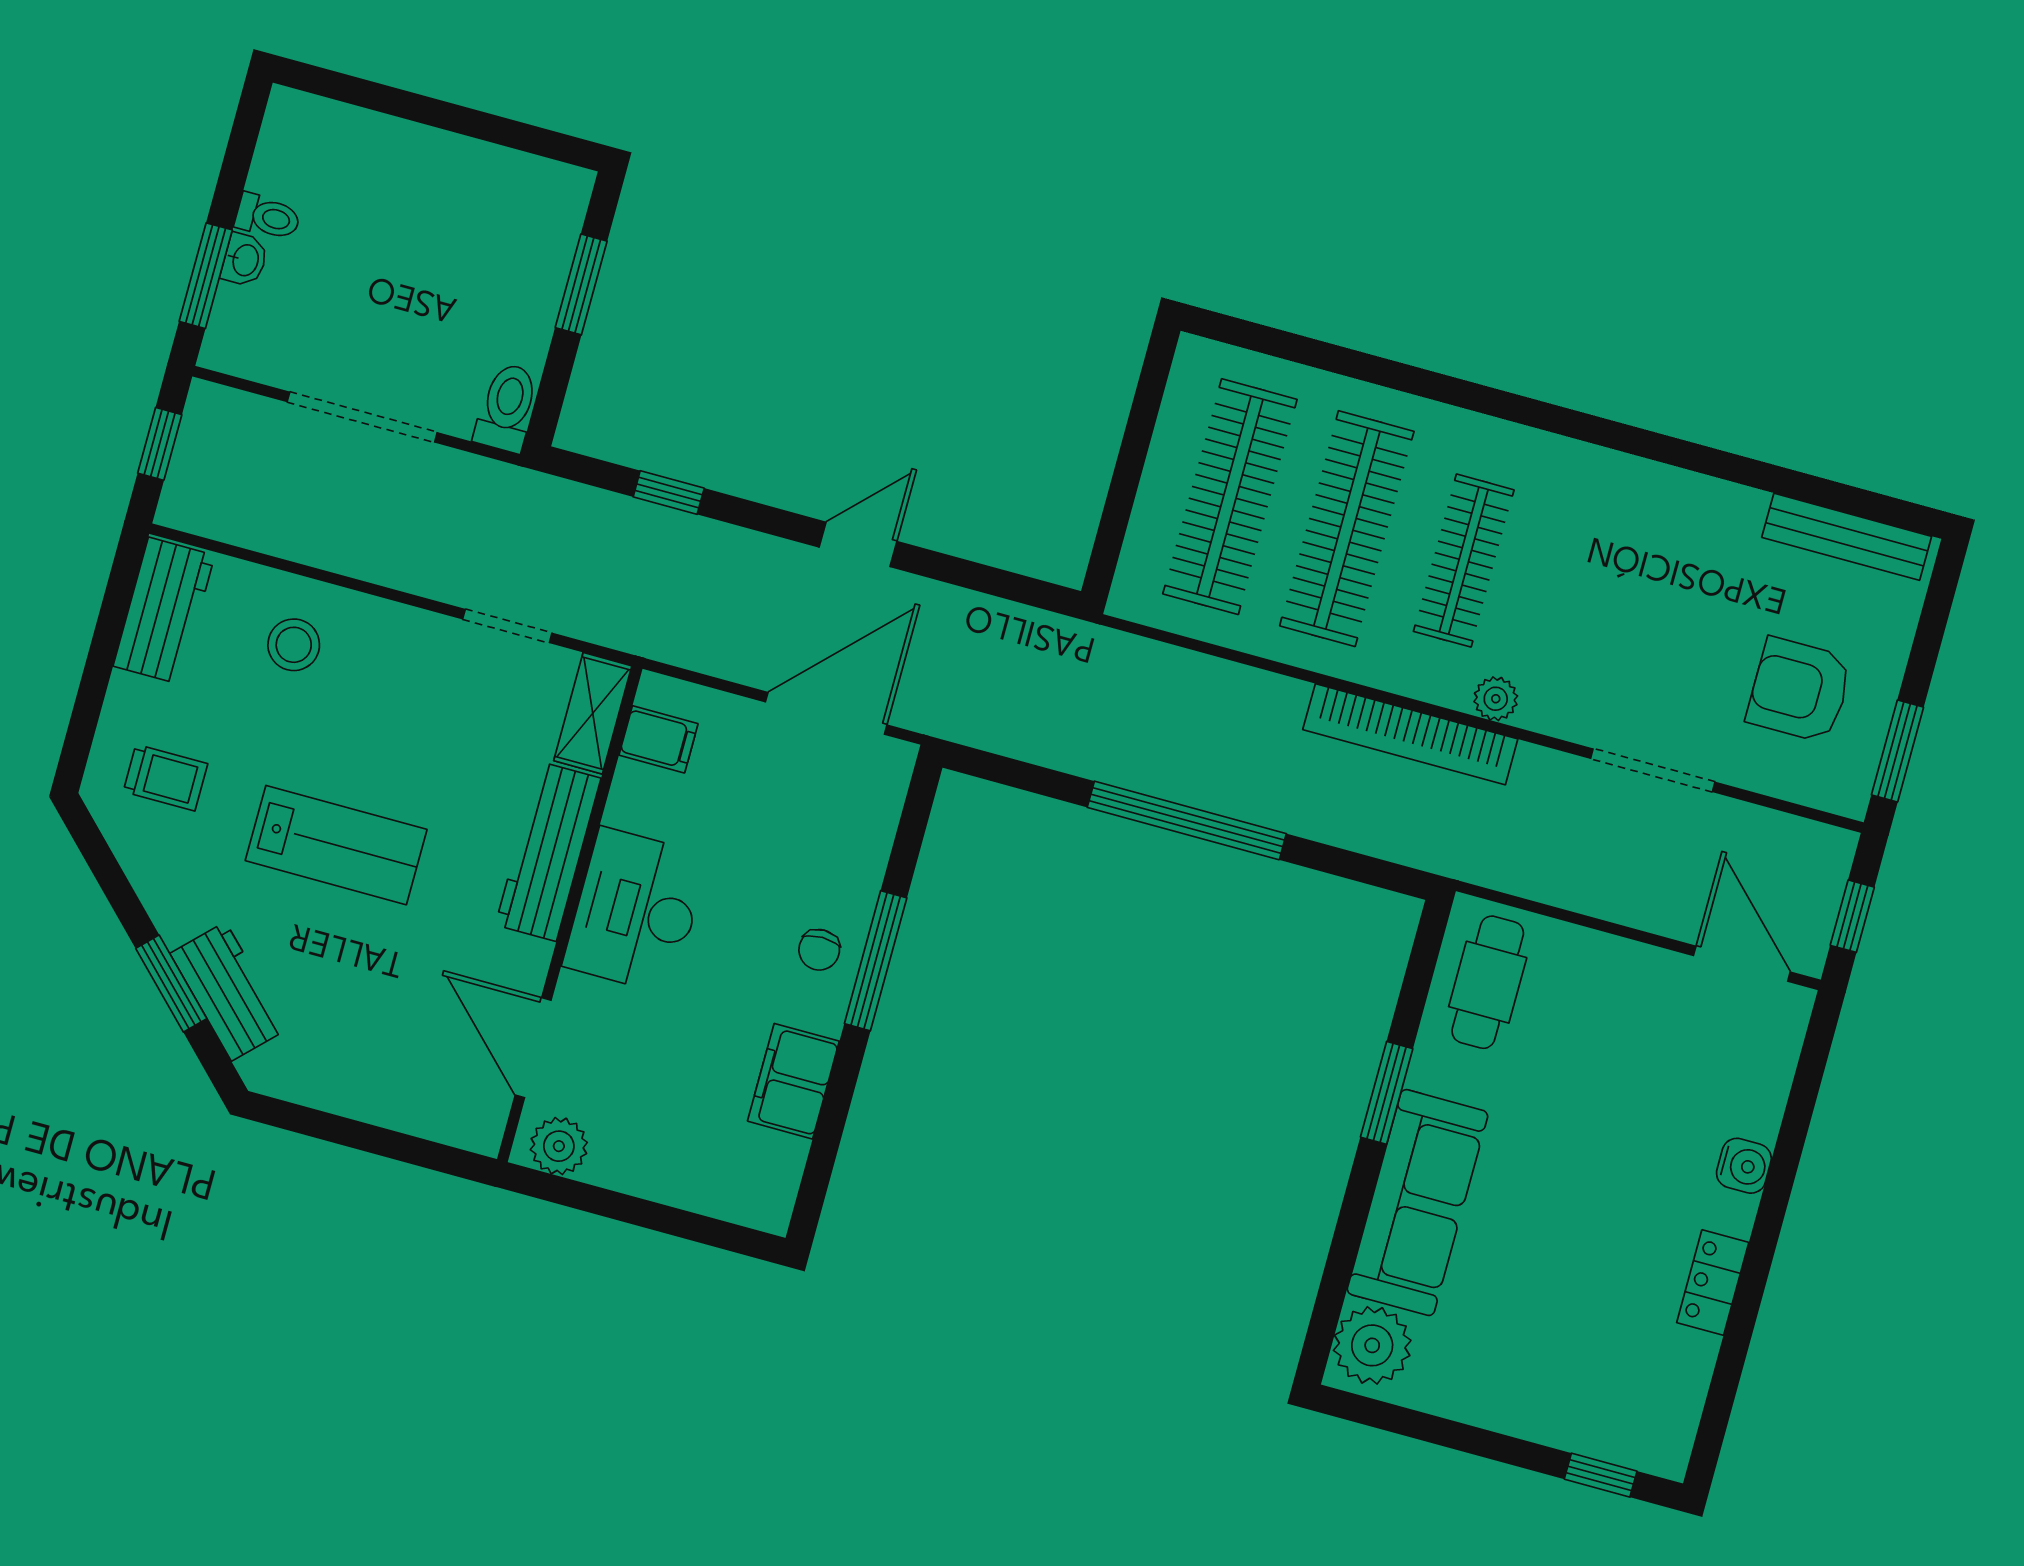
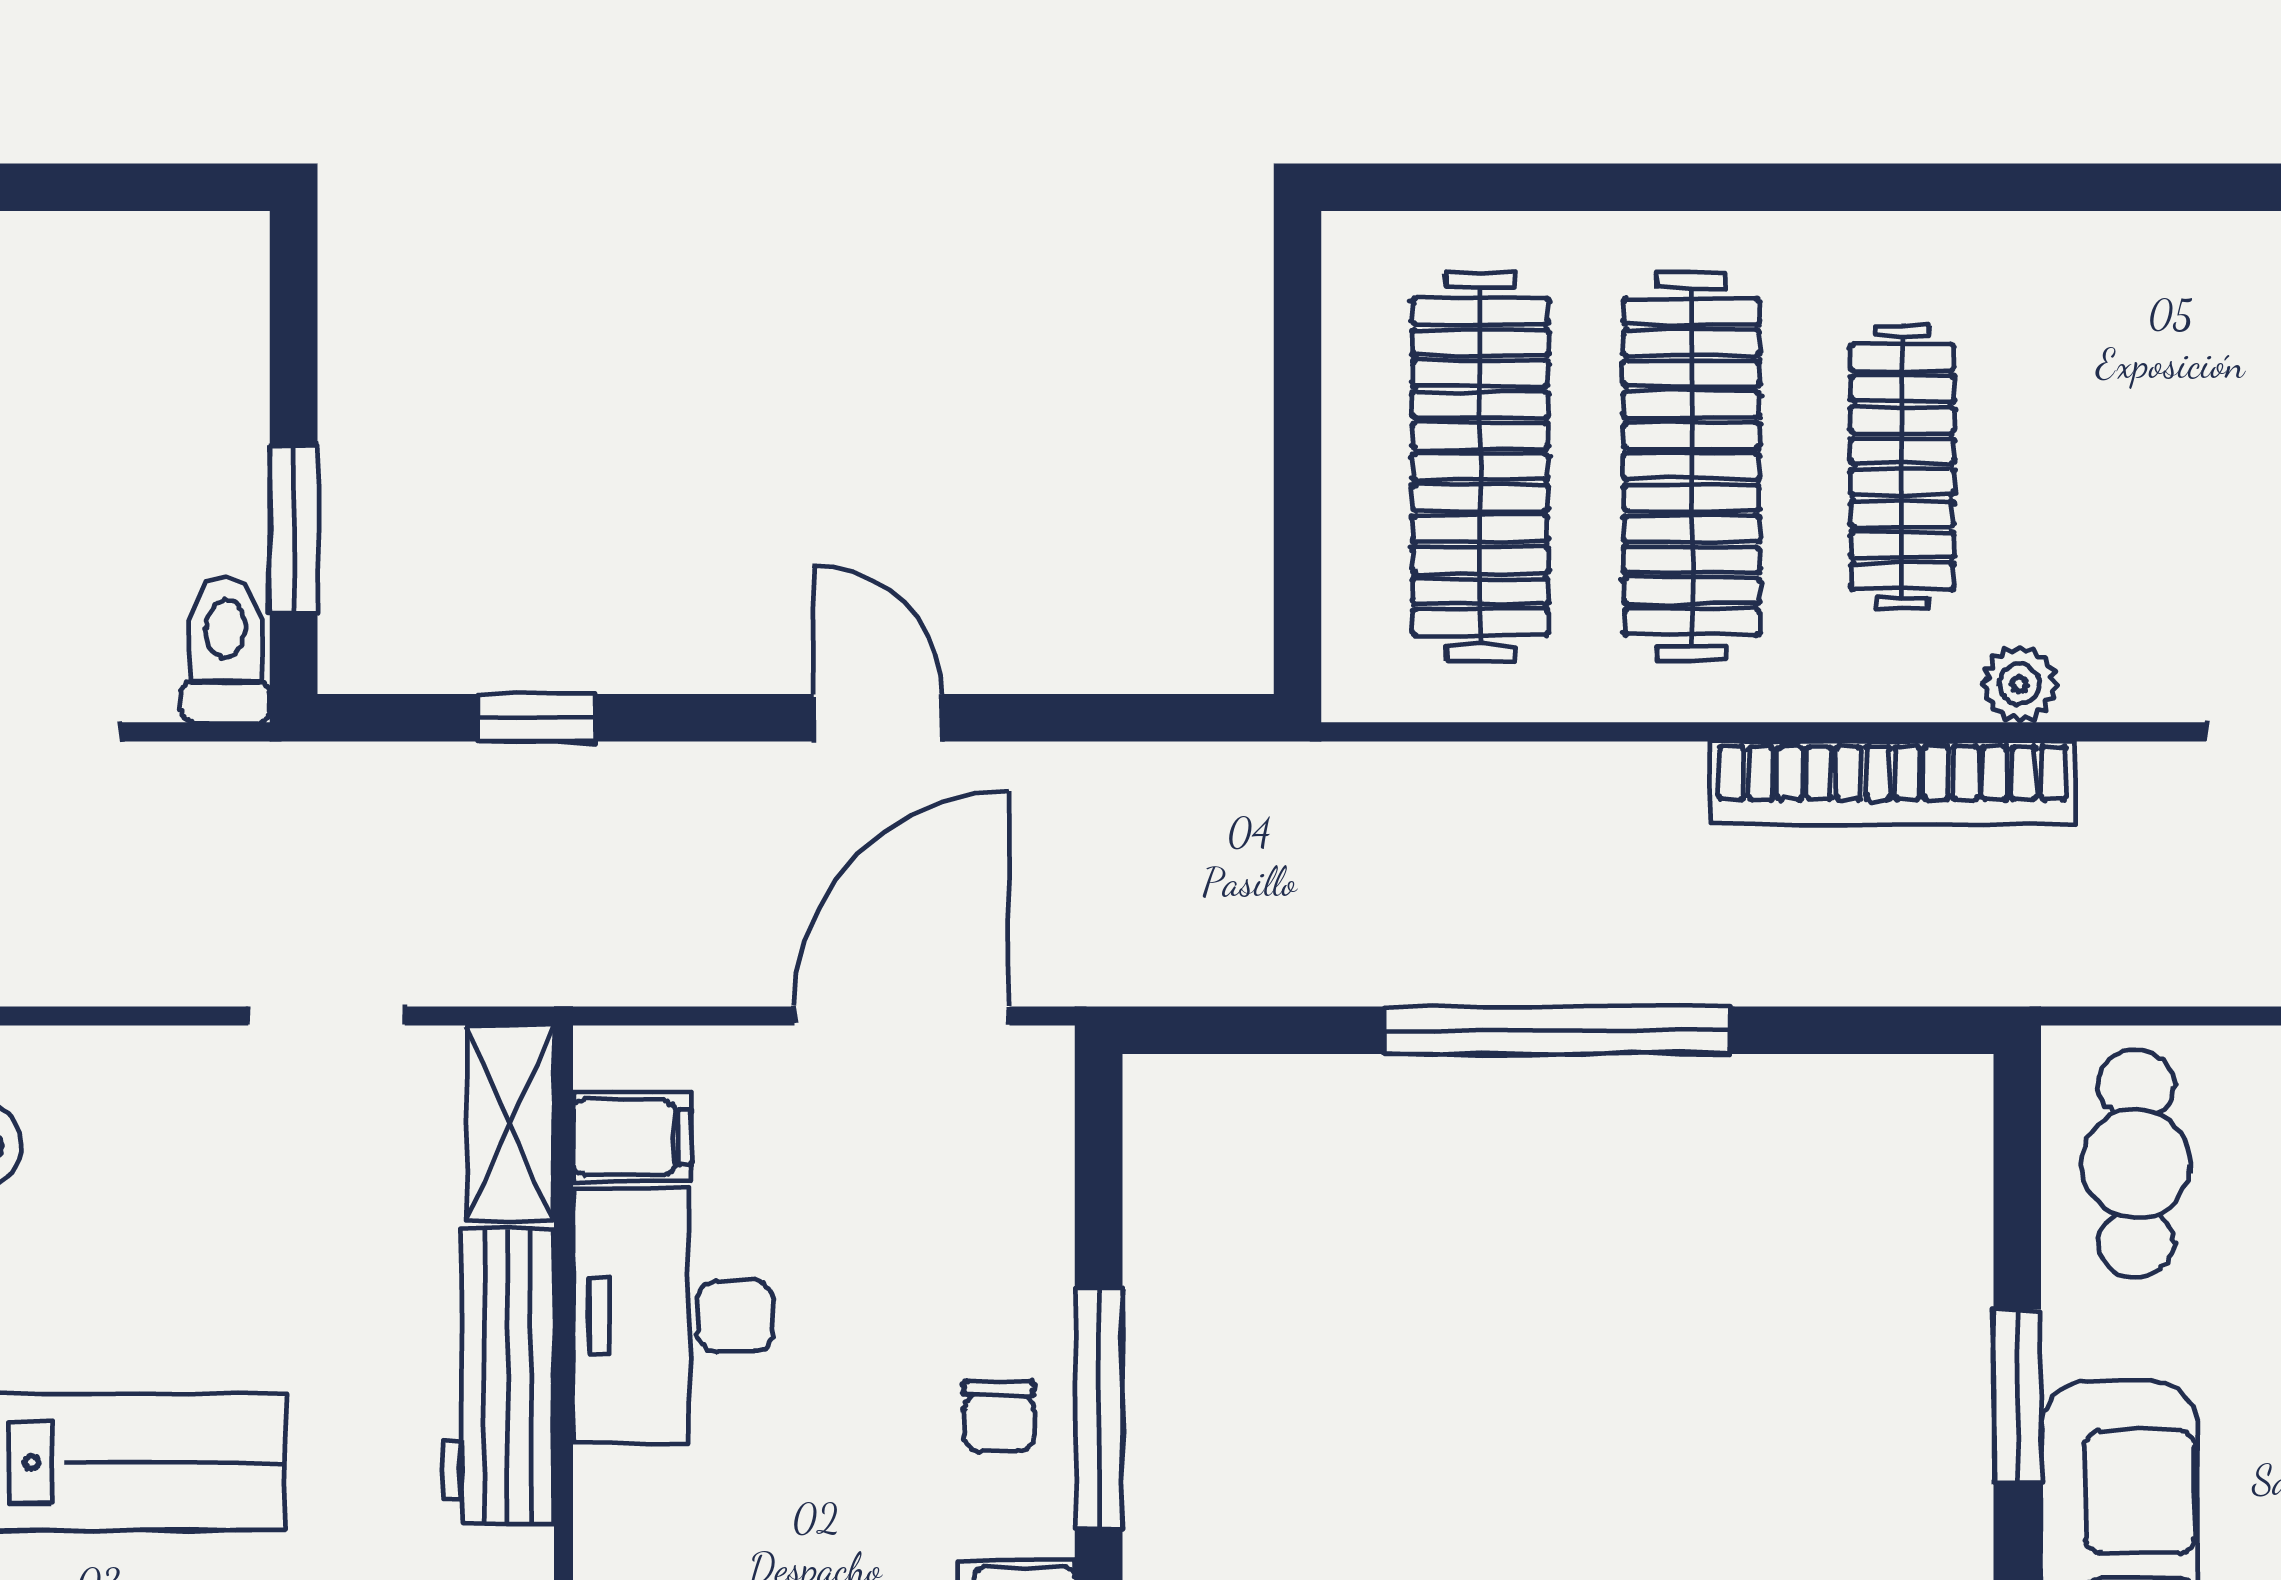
window: (581, 284) -> (294, 530), moved
door: (858, 544) -> (878, 718), hinge flipped
desk: (636, 911) -> (673, 1316), moved

